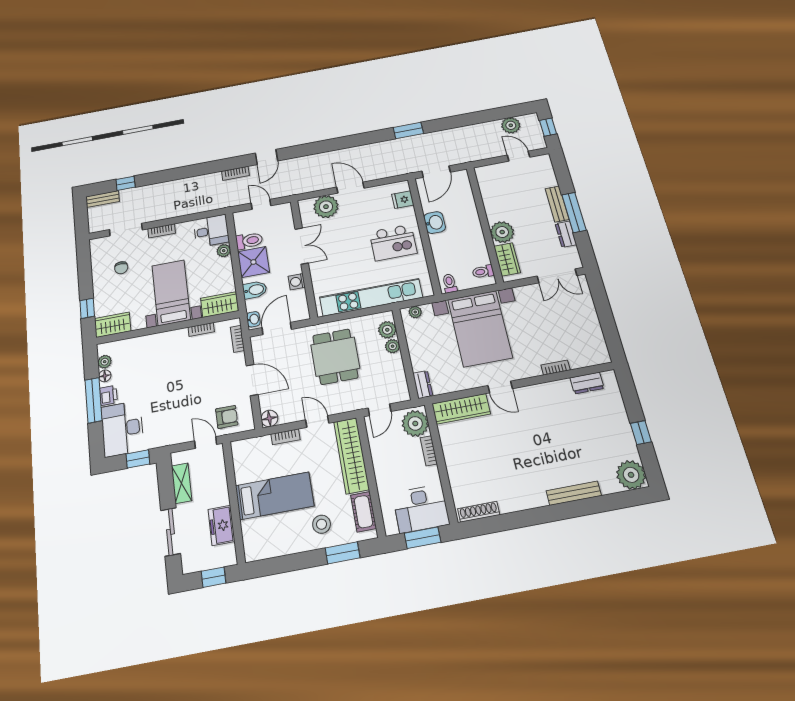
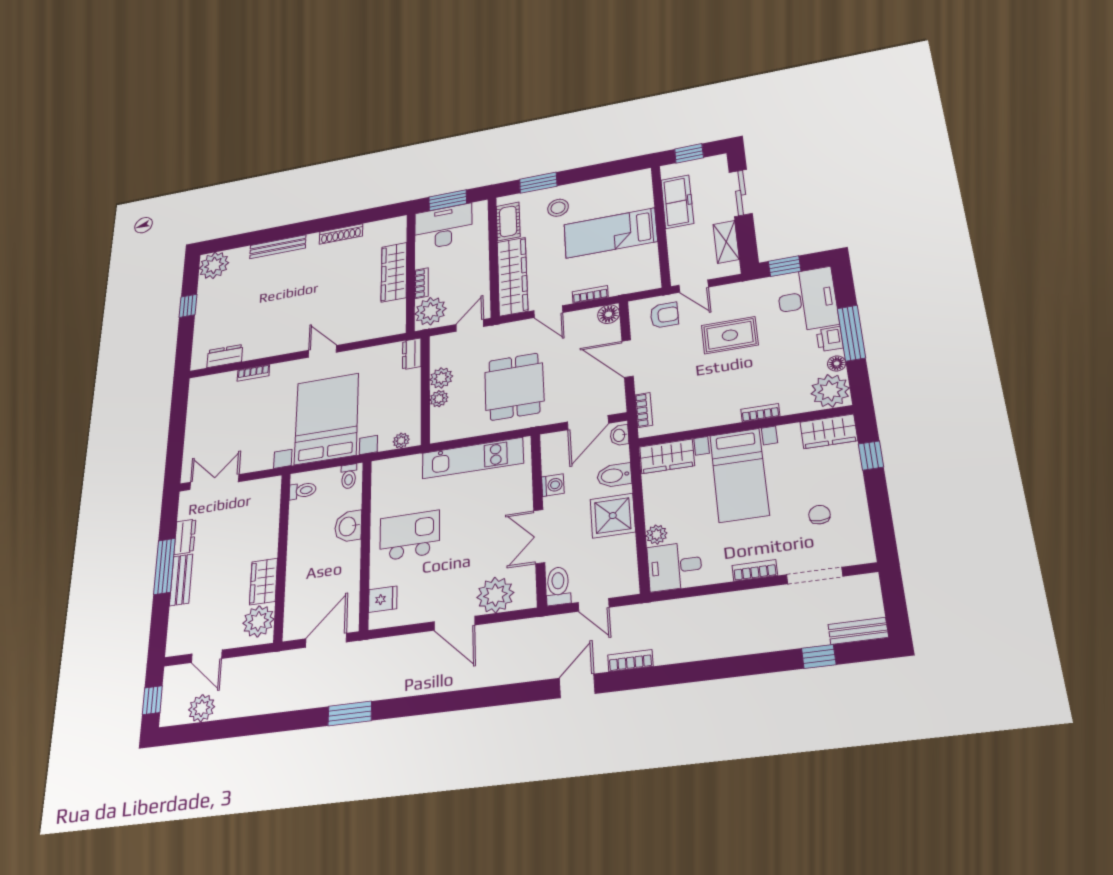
washbasin: (435, 223) -> (348, 526), moved
plant: (502, 232) -> (258, 621), moved
toilet: (249, 241) -> (558, 586), moved, turned 90
wardrobe: (507, 259) -> (264, 582), moved
kitchen unit: (371, 297) -> (473, 458), width x0.73
bookcase: (201, 329) -> (760, 413), moved
plant: (387, 330) -> (441, 378), moved
plant: (105, 362) -> (830, 391), width x1.88, depth x1.88
rug: (178, 399) -> (730, 335), added
wardrobe: (461, 409) -> (394, 272), moved, turned -90
armchair: (227, 417) -> (664, 315), turned 180
shoe rack: (479, 512) -> (341, 234), moved
freezer: (221, 525) -> (677, 202), width x1.40

